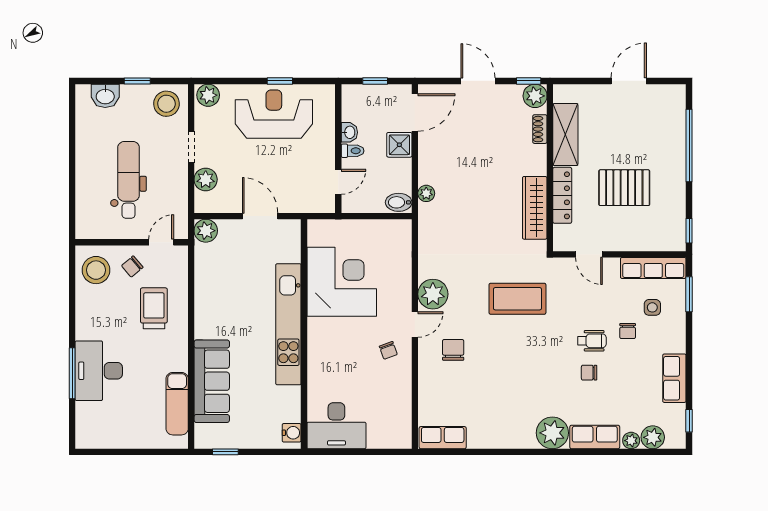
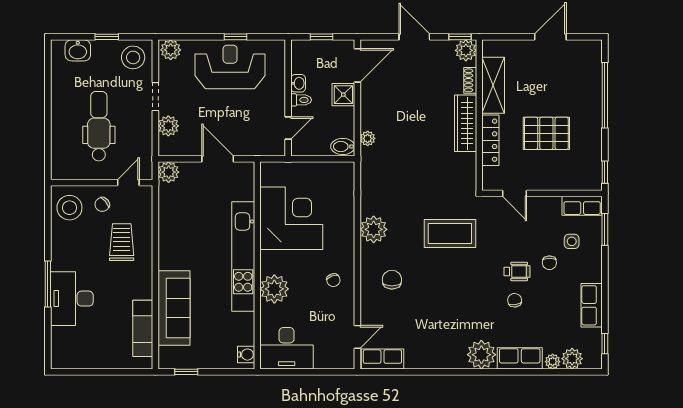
wardrobe: (535, 208) -> (466, 123), moved
row of seats: (653, 268) -> (582, 206), width x0.68
door: (415, 325) -> (357, 337), moved
plant: (323, 360) -> (274, 289), added
window: (72, 373) -> (48, 284), moved
chair: (589, 373) -> (515, 300), turned 83

